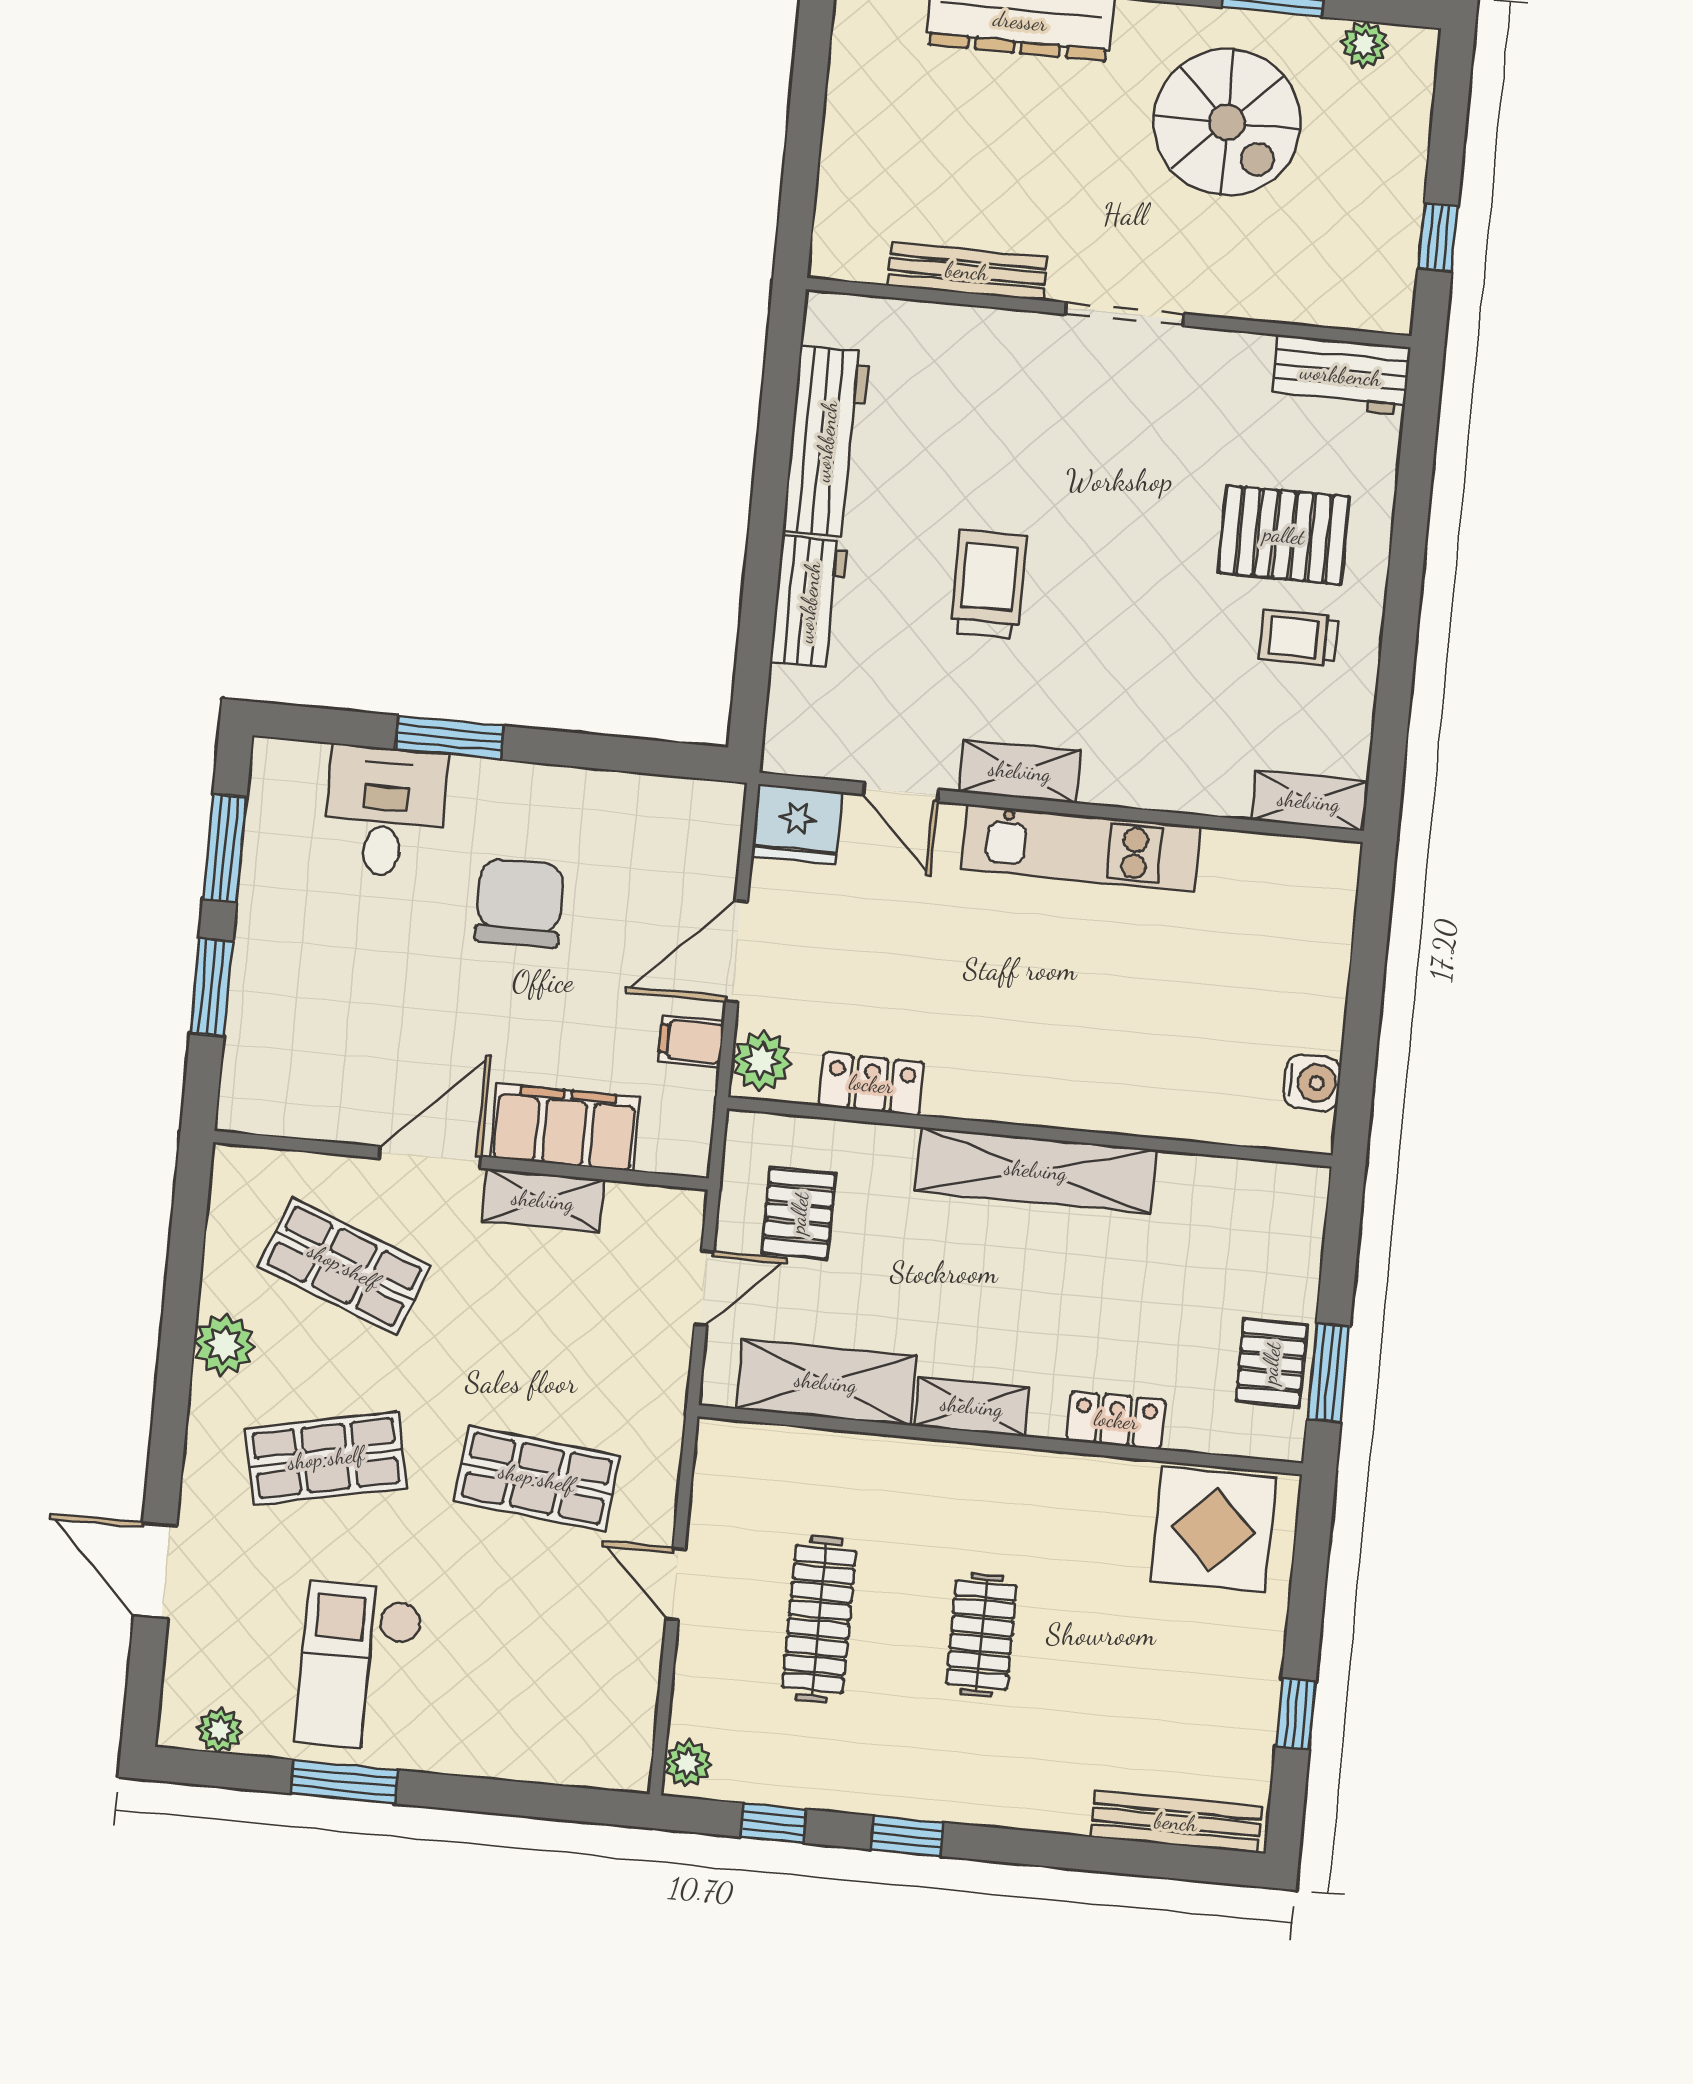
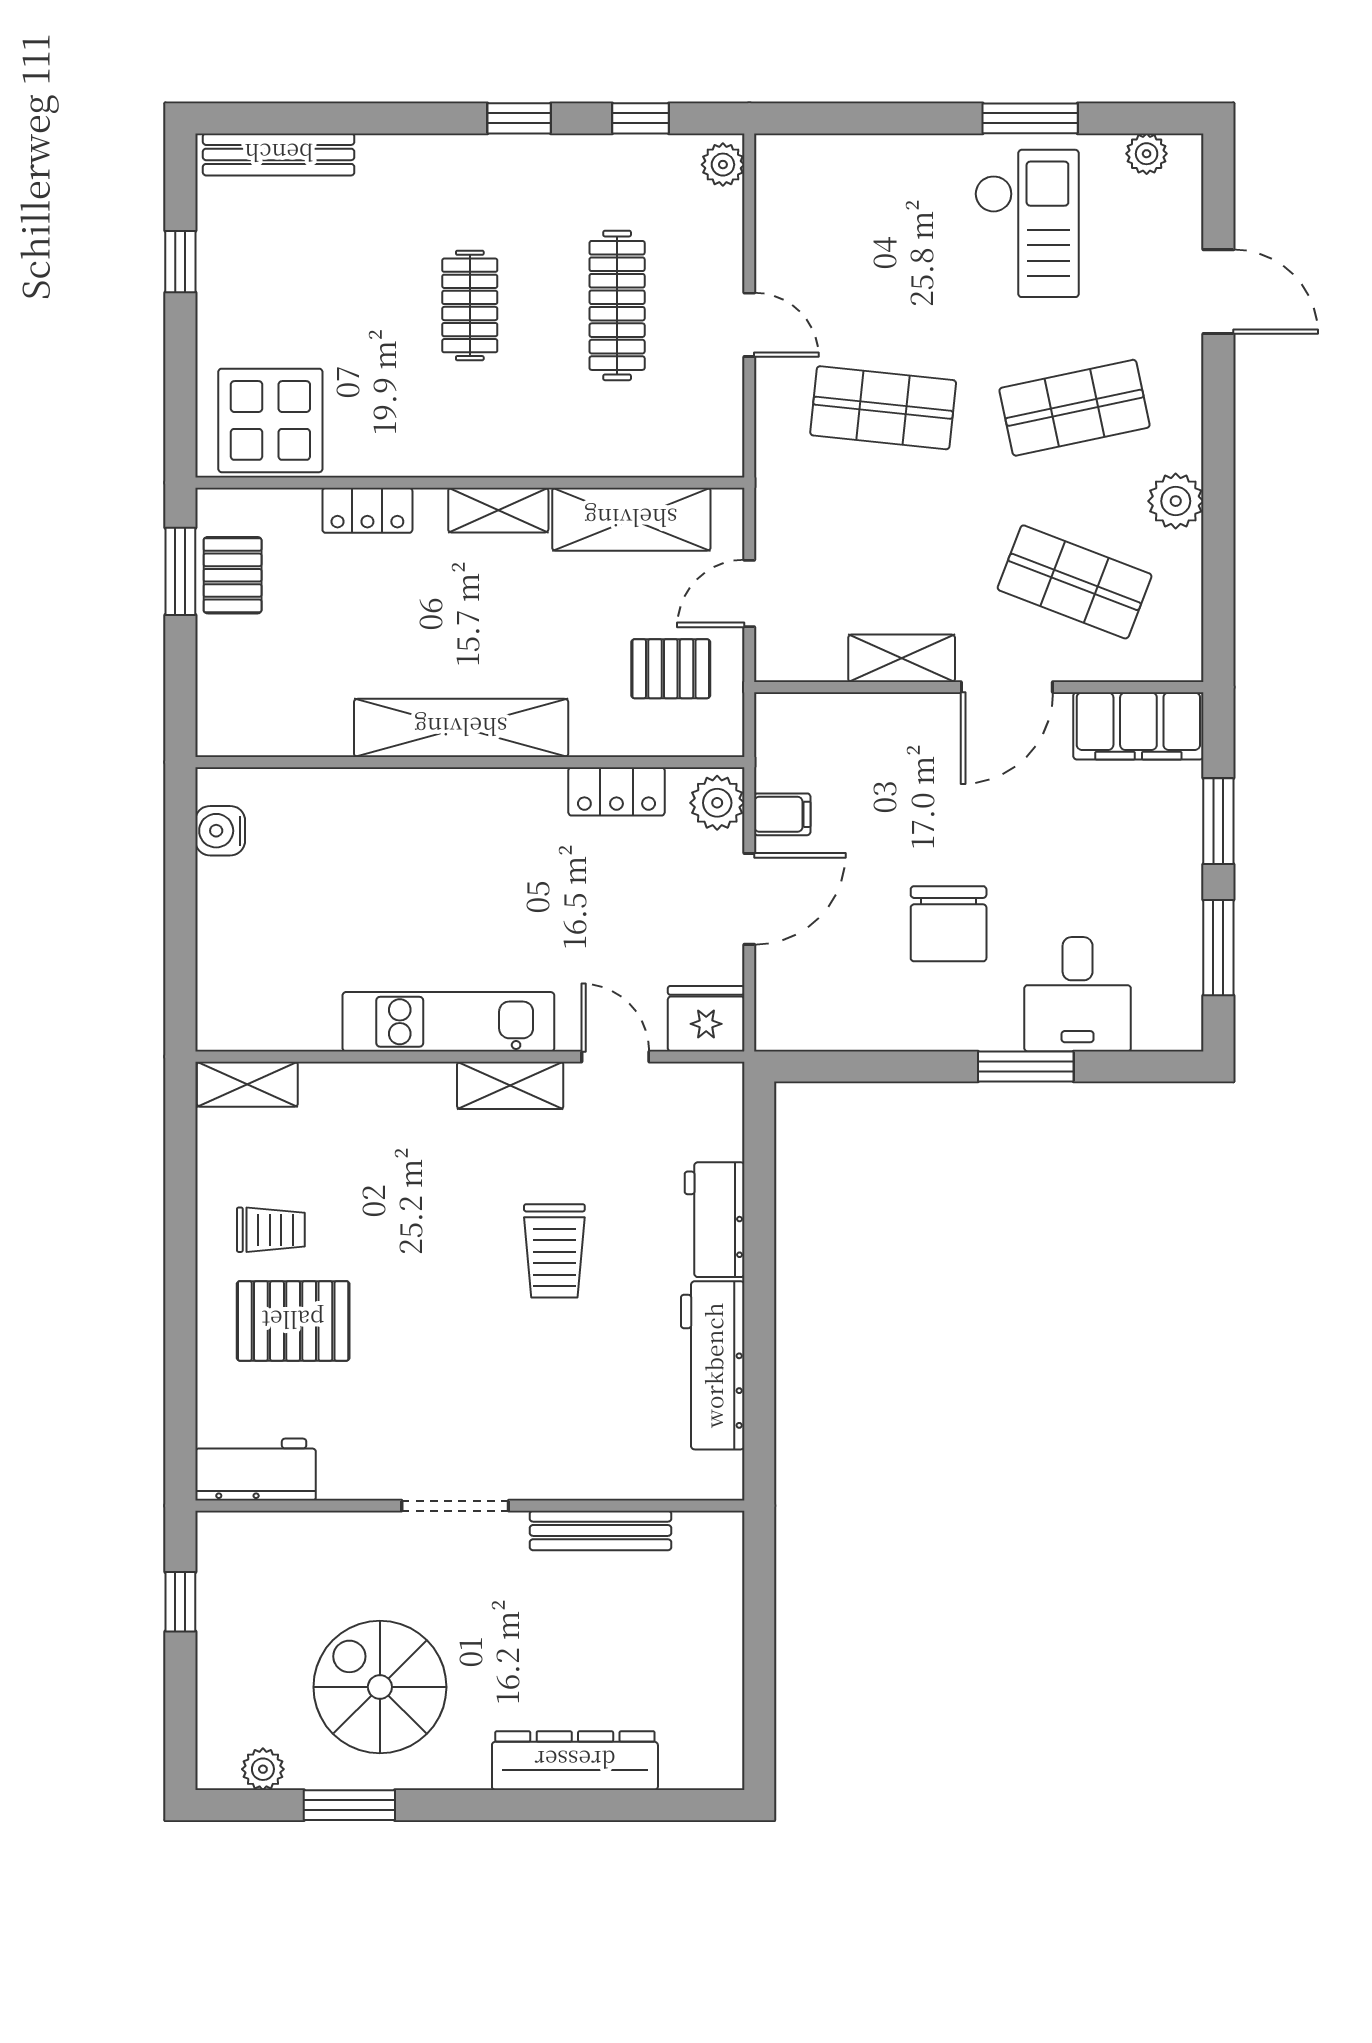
filing cabinet: (565, 1127) -> (1138, 726), moved
pallet: (799, 1213) -> (671, 669), turned 90

